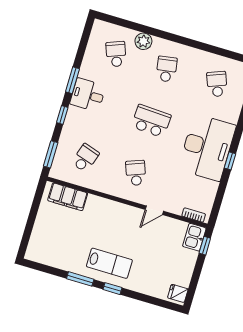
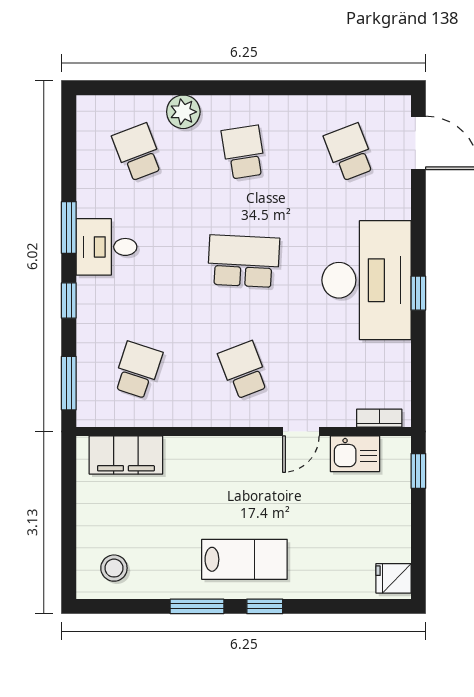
kitchen sink: (194, 237) -> (355, 454), moved, turned -90
stool: (46, 249) -> (114, 568), added

